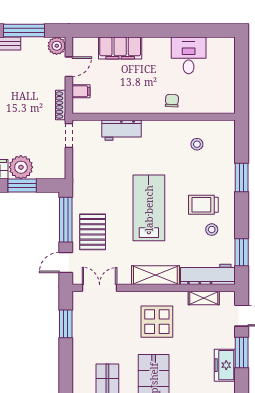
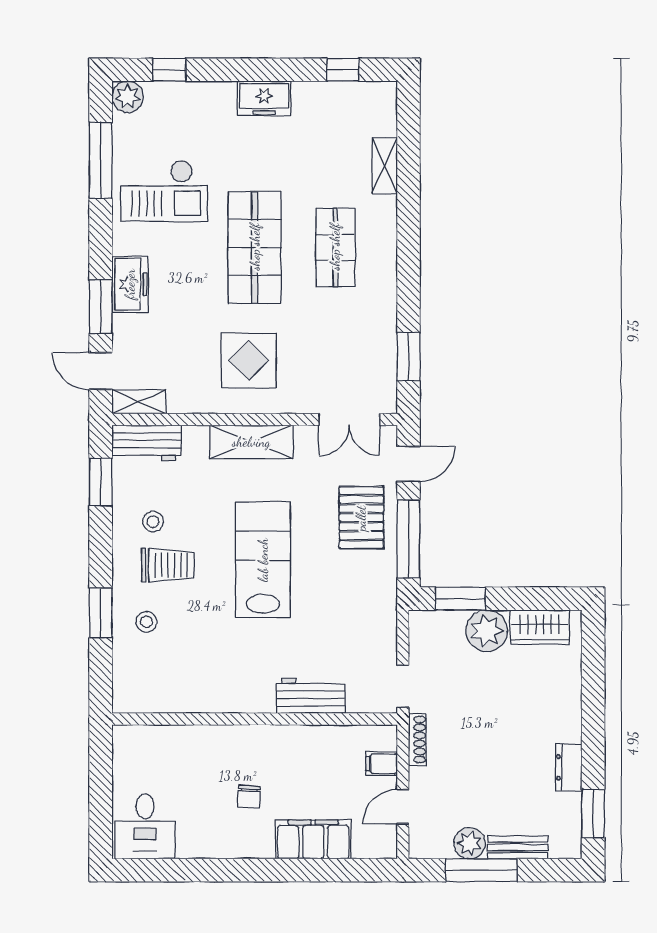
plant: (57, 46) -> (470, 843), moved
desk: (189, 55) -> (145, 826), moved
chair: (172, 101) -> (249, 797), moved
stool: (197, 144) -> (146, 622), moved
window: (22, 186) -> (460, 599), moved
lab bench: (149, 208) -> (263, 560), turned 180
workbench: (208, 274) -> (147, 443), width x0.73
shelving: (204, 298) -> (139, 402), moved

